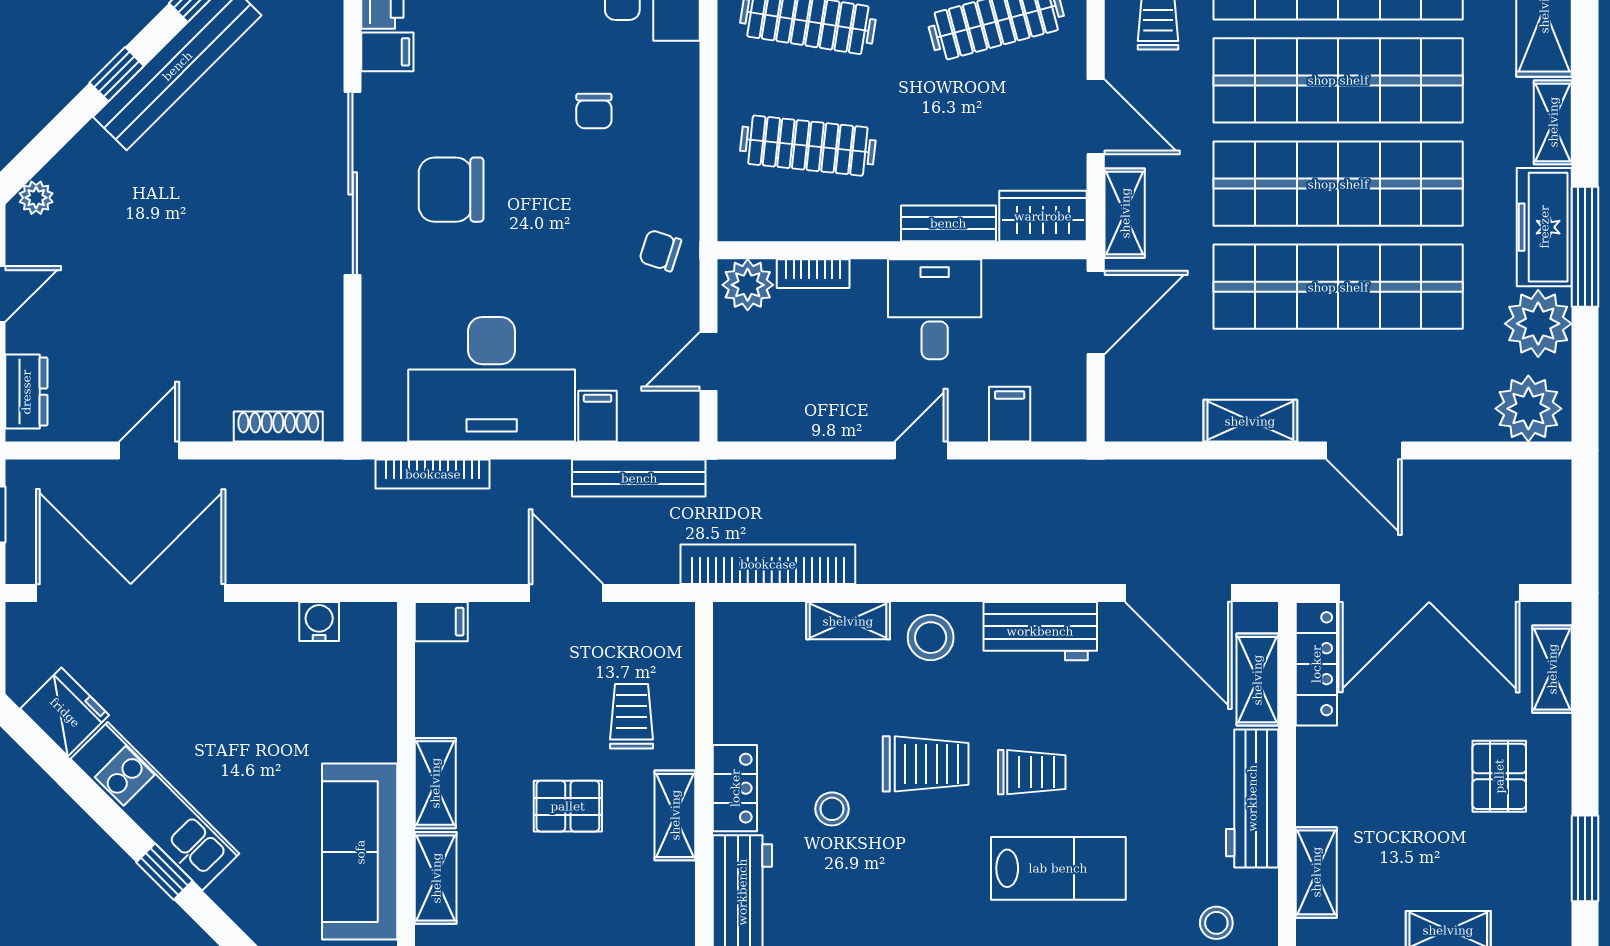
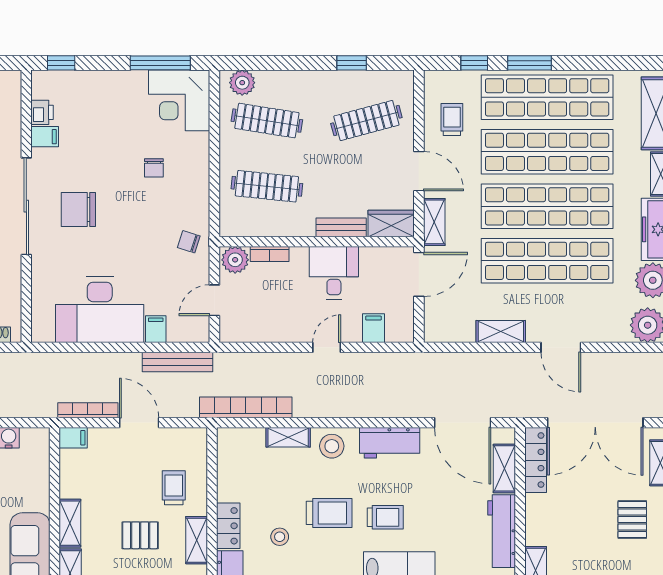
bookcase: (433, 474) -> (88, 410), moved, turned 180

